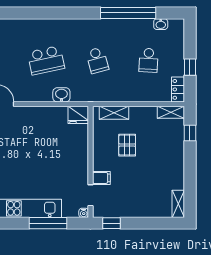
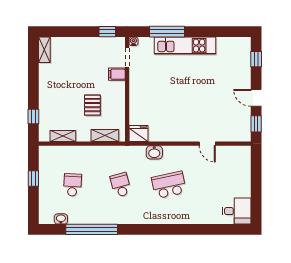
locker: (178, 89) -> (45, 157), removed
shelving: (171, 112) -> (63, 136), moved

